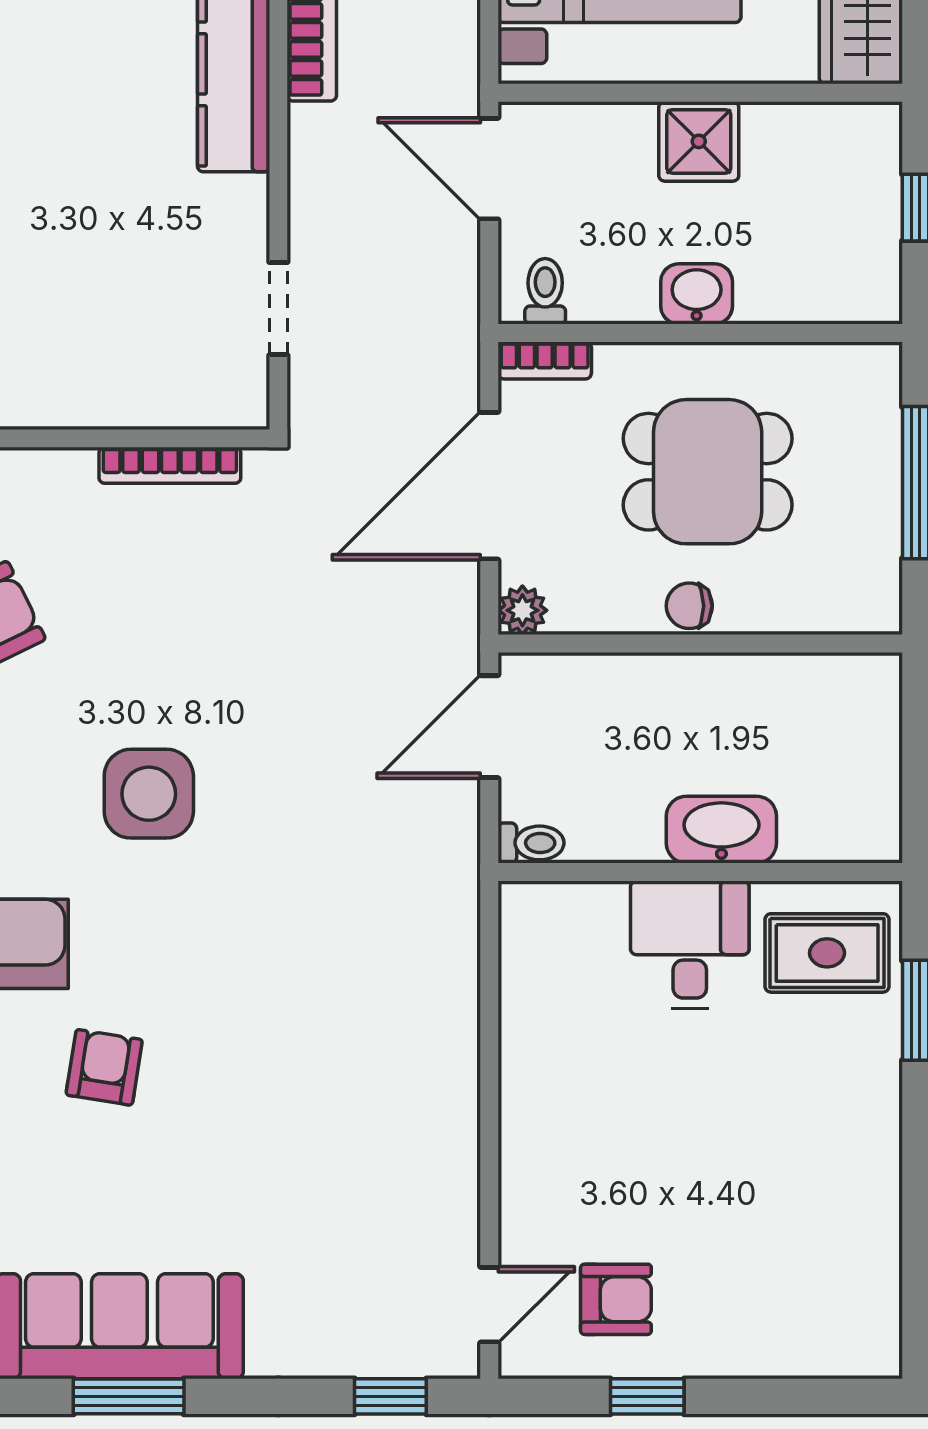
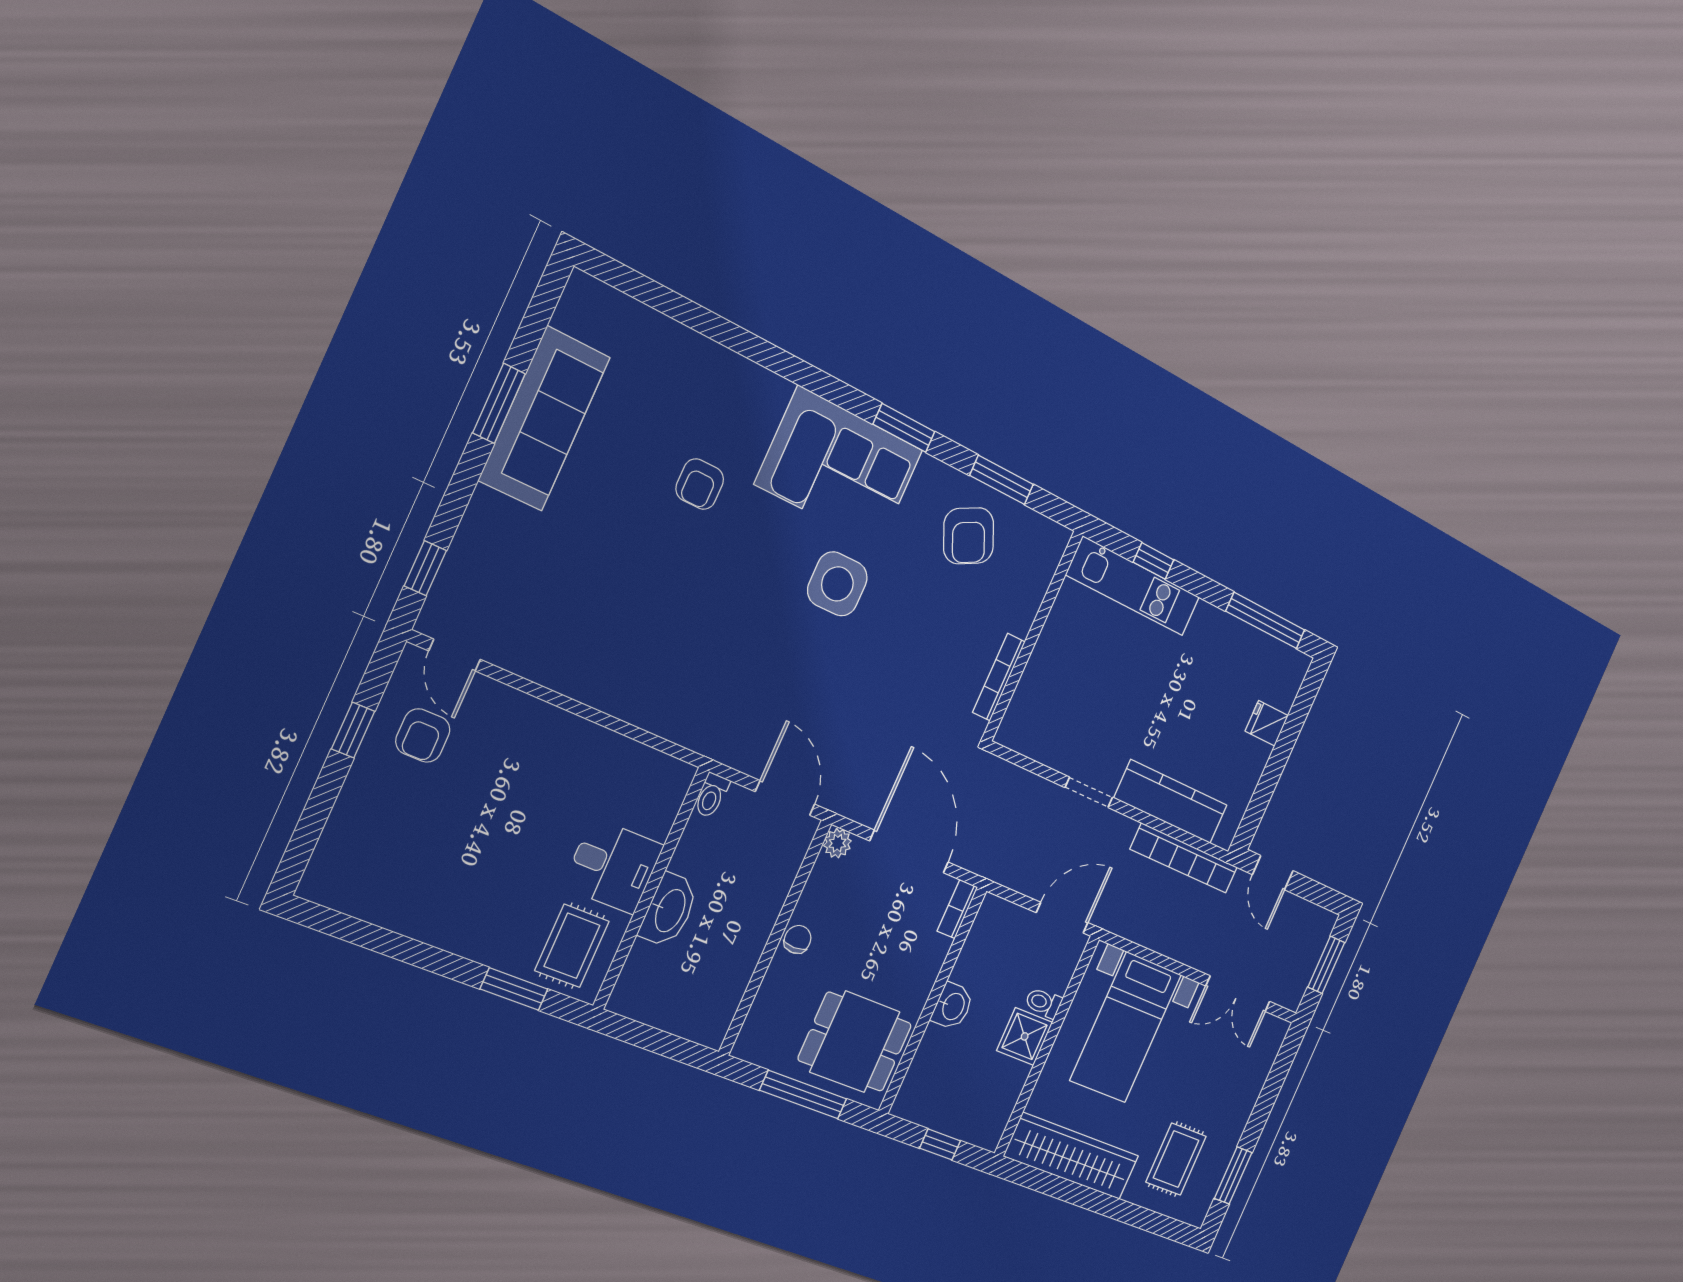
toilet: (545, 291) -> (1043, 1003), moved, turned 180
doorway: (278, 309) -> (1089, 792), moved
dining table: (708, 472) -> (855, 1042), moved, turned 90
armchair: (104, 1067) -> (700, 484), turned 81

